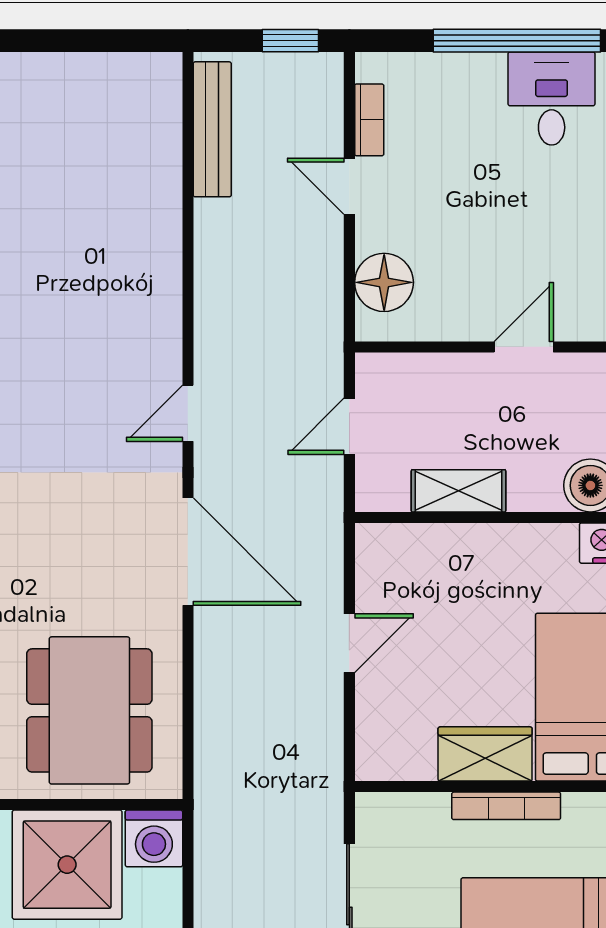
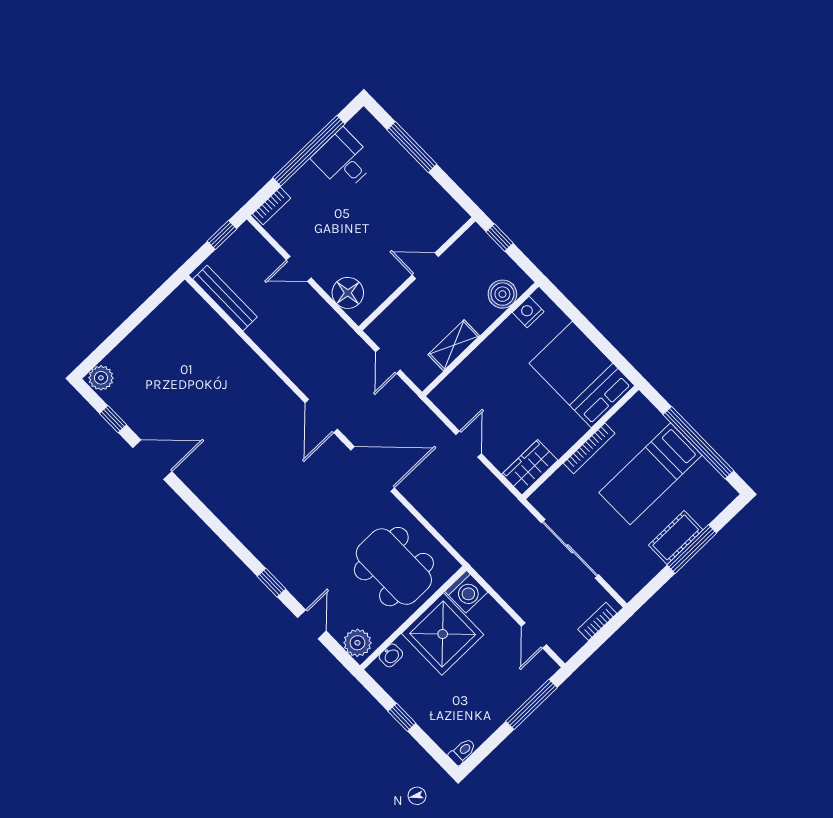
bookcase: (369, 120) -> (272, 206), moved, turned 90
door: (524, 347) -> (425, 266), hinge flipped
door: (188, 413) -> (321, 416), width x1.38
wardrobe: (485, 754) -> (530, 467), moved

